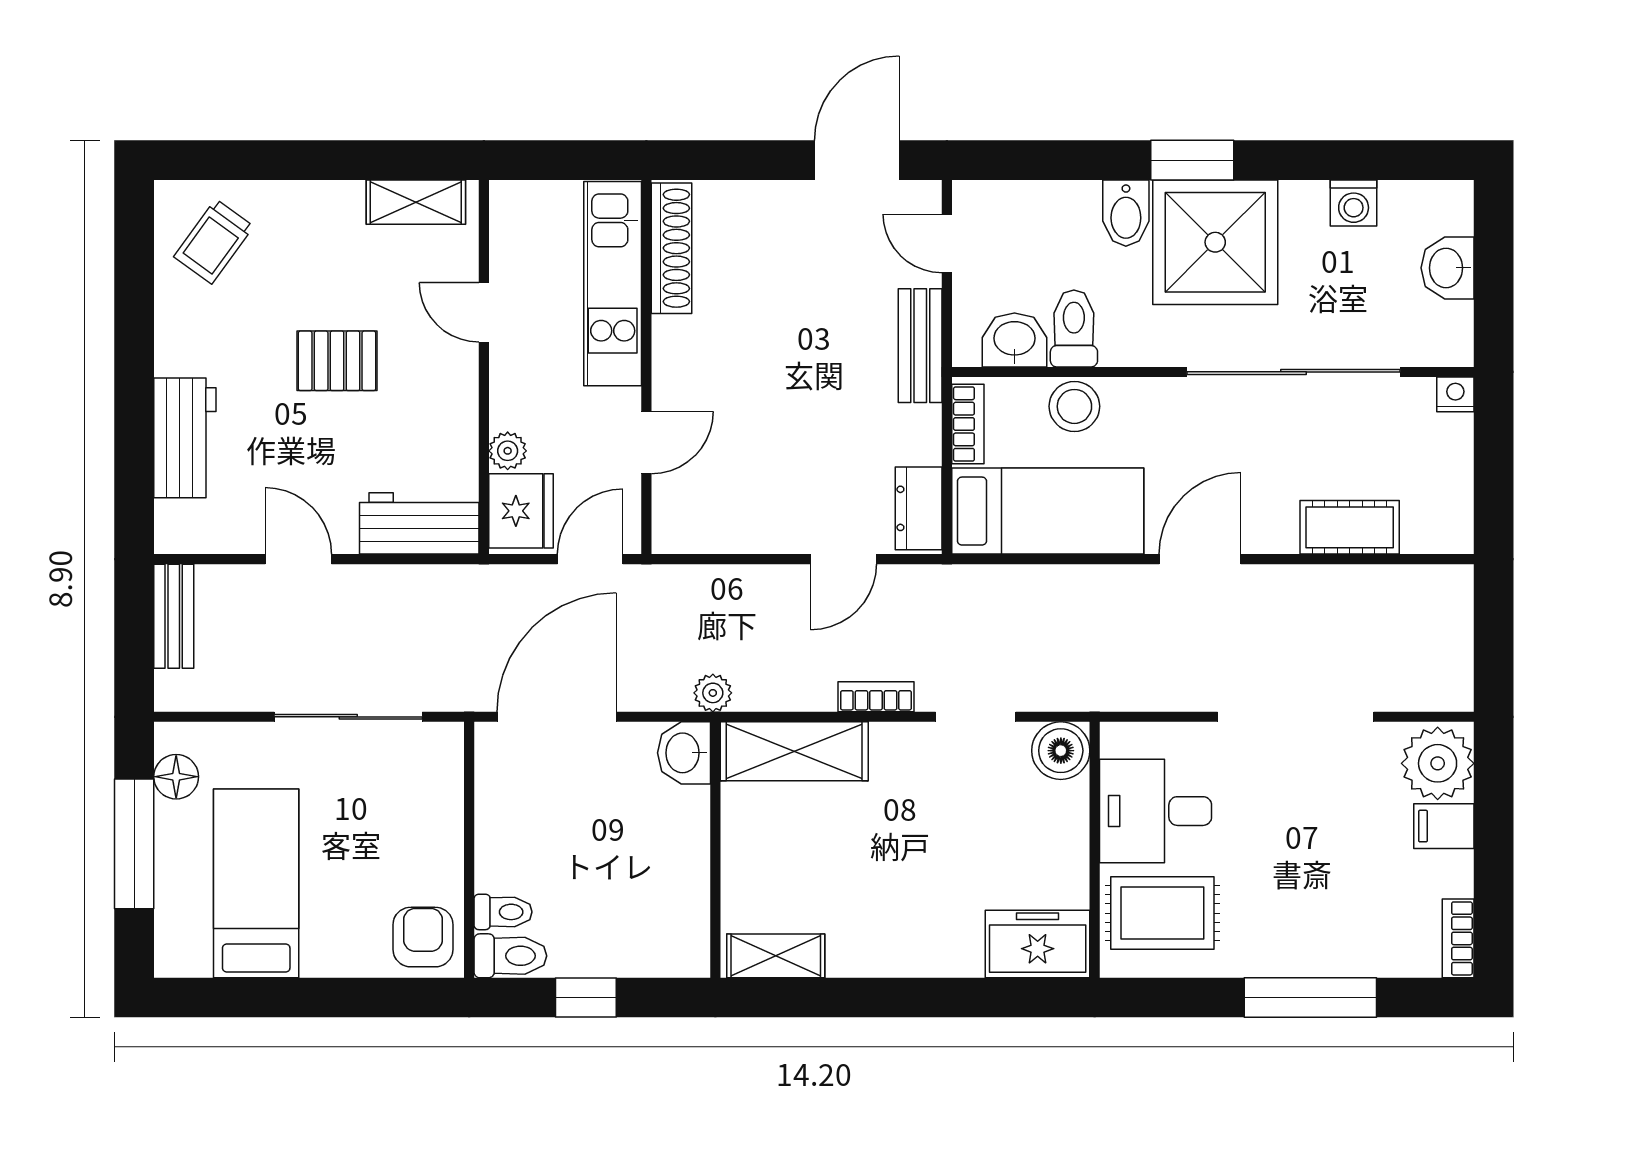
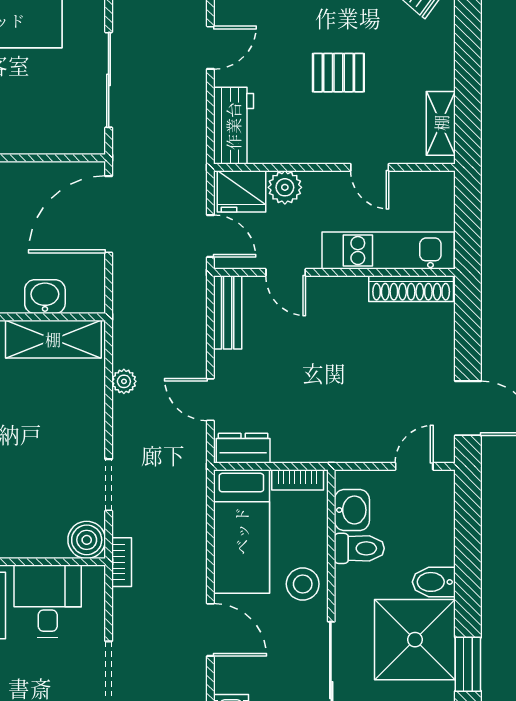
window: (1192, 160) -> (468, 664), moved
door: (484, 312) -> (370, 167), swing flipped
bench: (920, 346) -> (228, 312), moved, turned 90
pallet: (337, 361) -> (338, 73), turned 90
stool: (1074, 406) -> (303, 584), moved
plant: (508, 451) -> (285, 187), width x1.38, depth x1.38
plant: (713, 693) -> (124, 381), moved
bookcase: (876, 697) -> (122, 562), moved
door: (557, 717) -> (109, 214), swing flipped
shelving: (794, 751) -> (53, 339), moved, turned 90
washbasin: (684, 753) -> (45, 297), moved

